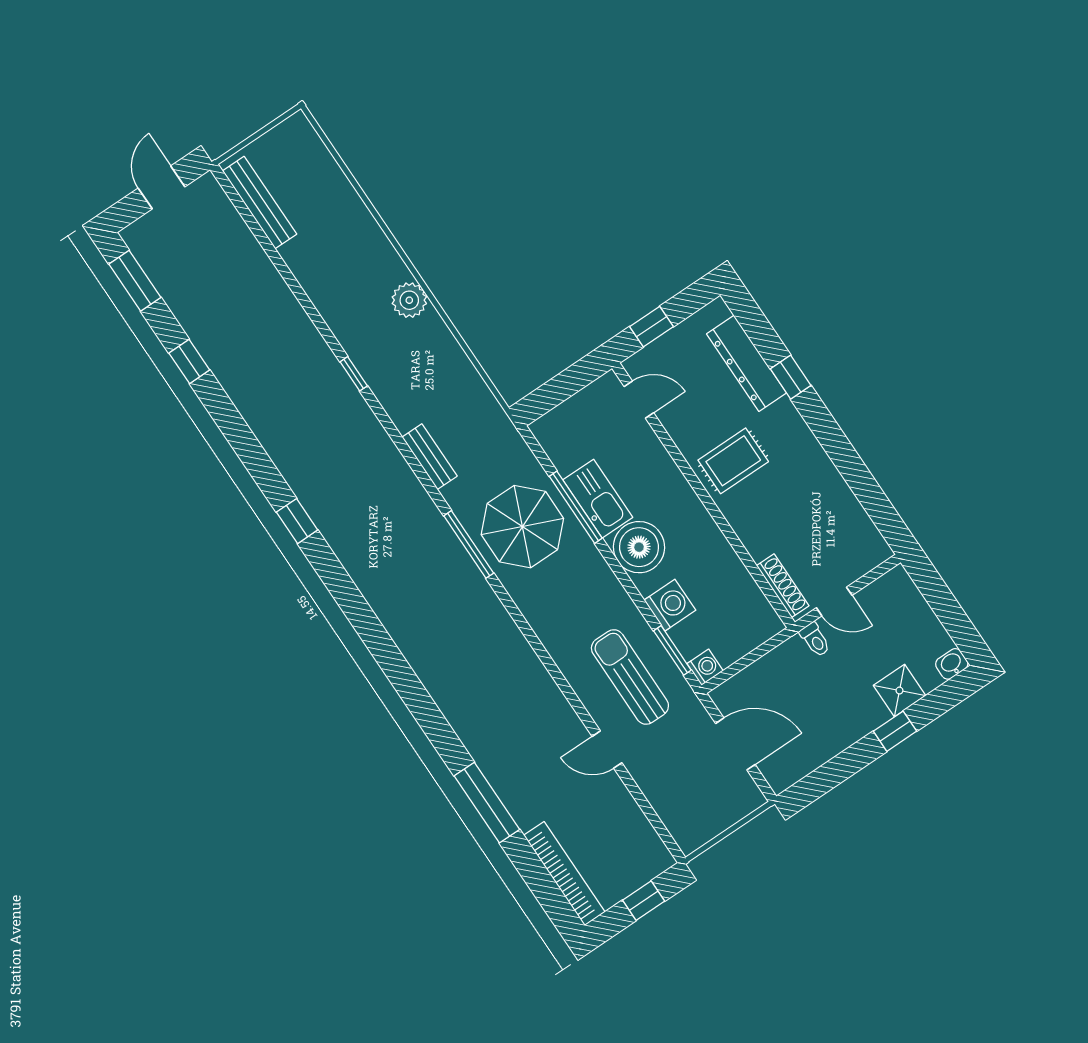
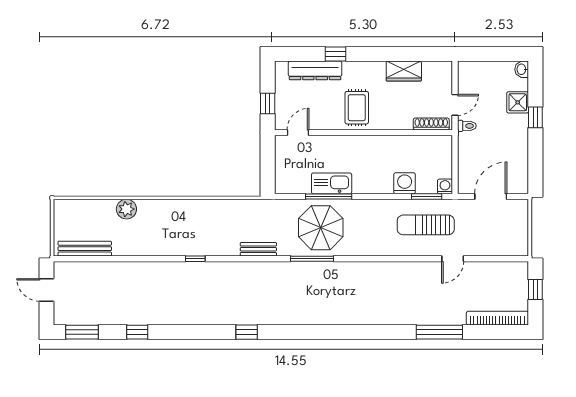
plant: (409, 300) -> (126, 209), moved
wardrobe: (833, 493) -> (404, 71), added
boiler: (639, 547) -> (367, 179), removed

